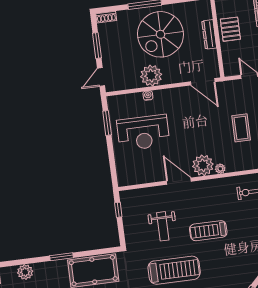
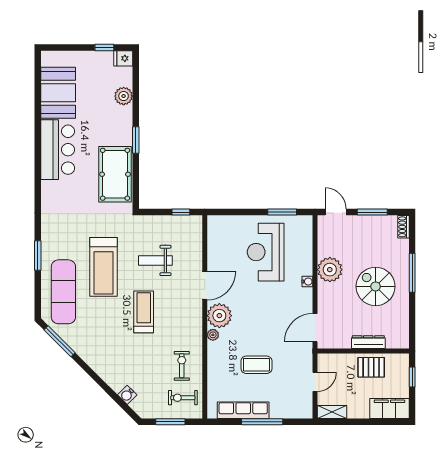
spiral stairs: (160, 34) -> (376, 286), width x0.73, depth x0.73
water cooler: (148, 96) -> (307, 282), moved

